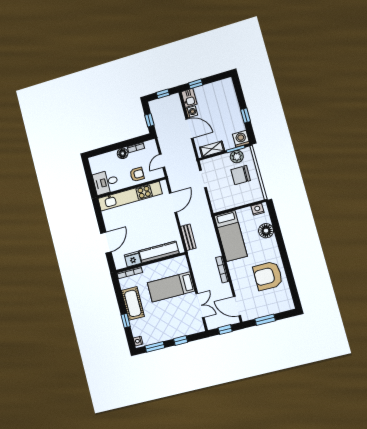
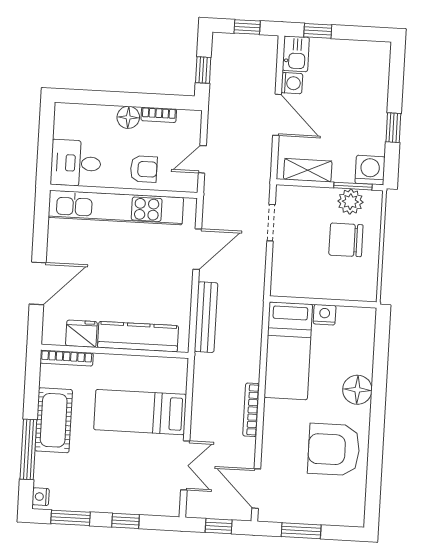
nightstand: (257, 209) -> (325, 315), moved
floor lamp: (266, 231) -> (357, 390), moved
bench: (188, 237) -> (206, 317), width x1.36
window: (126, 321) -> (28, 449), width x2.17

